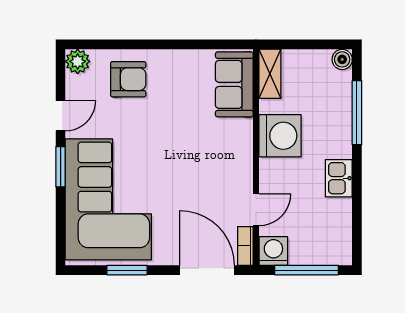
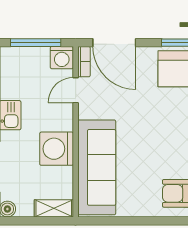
shelving: (270, 74) -> (54, 208), moved, turned 90
sofa: (234, 84) -> (97, 167), width x1.85, depth x1.27

